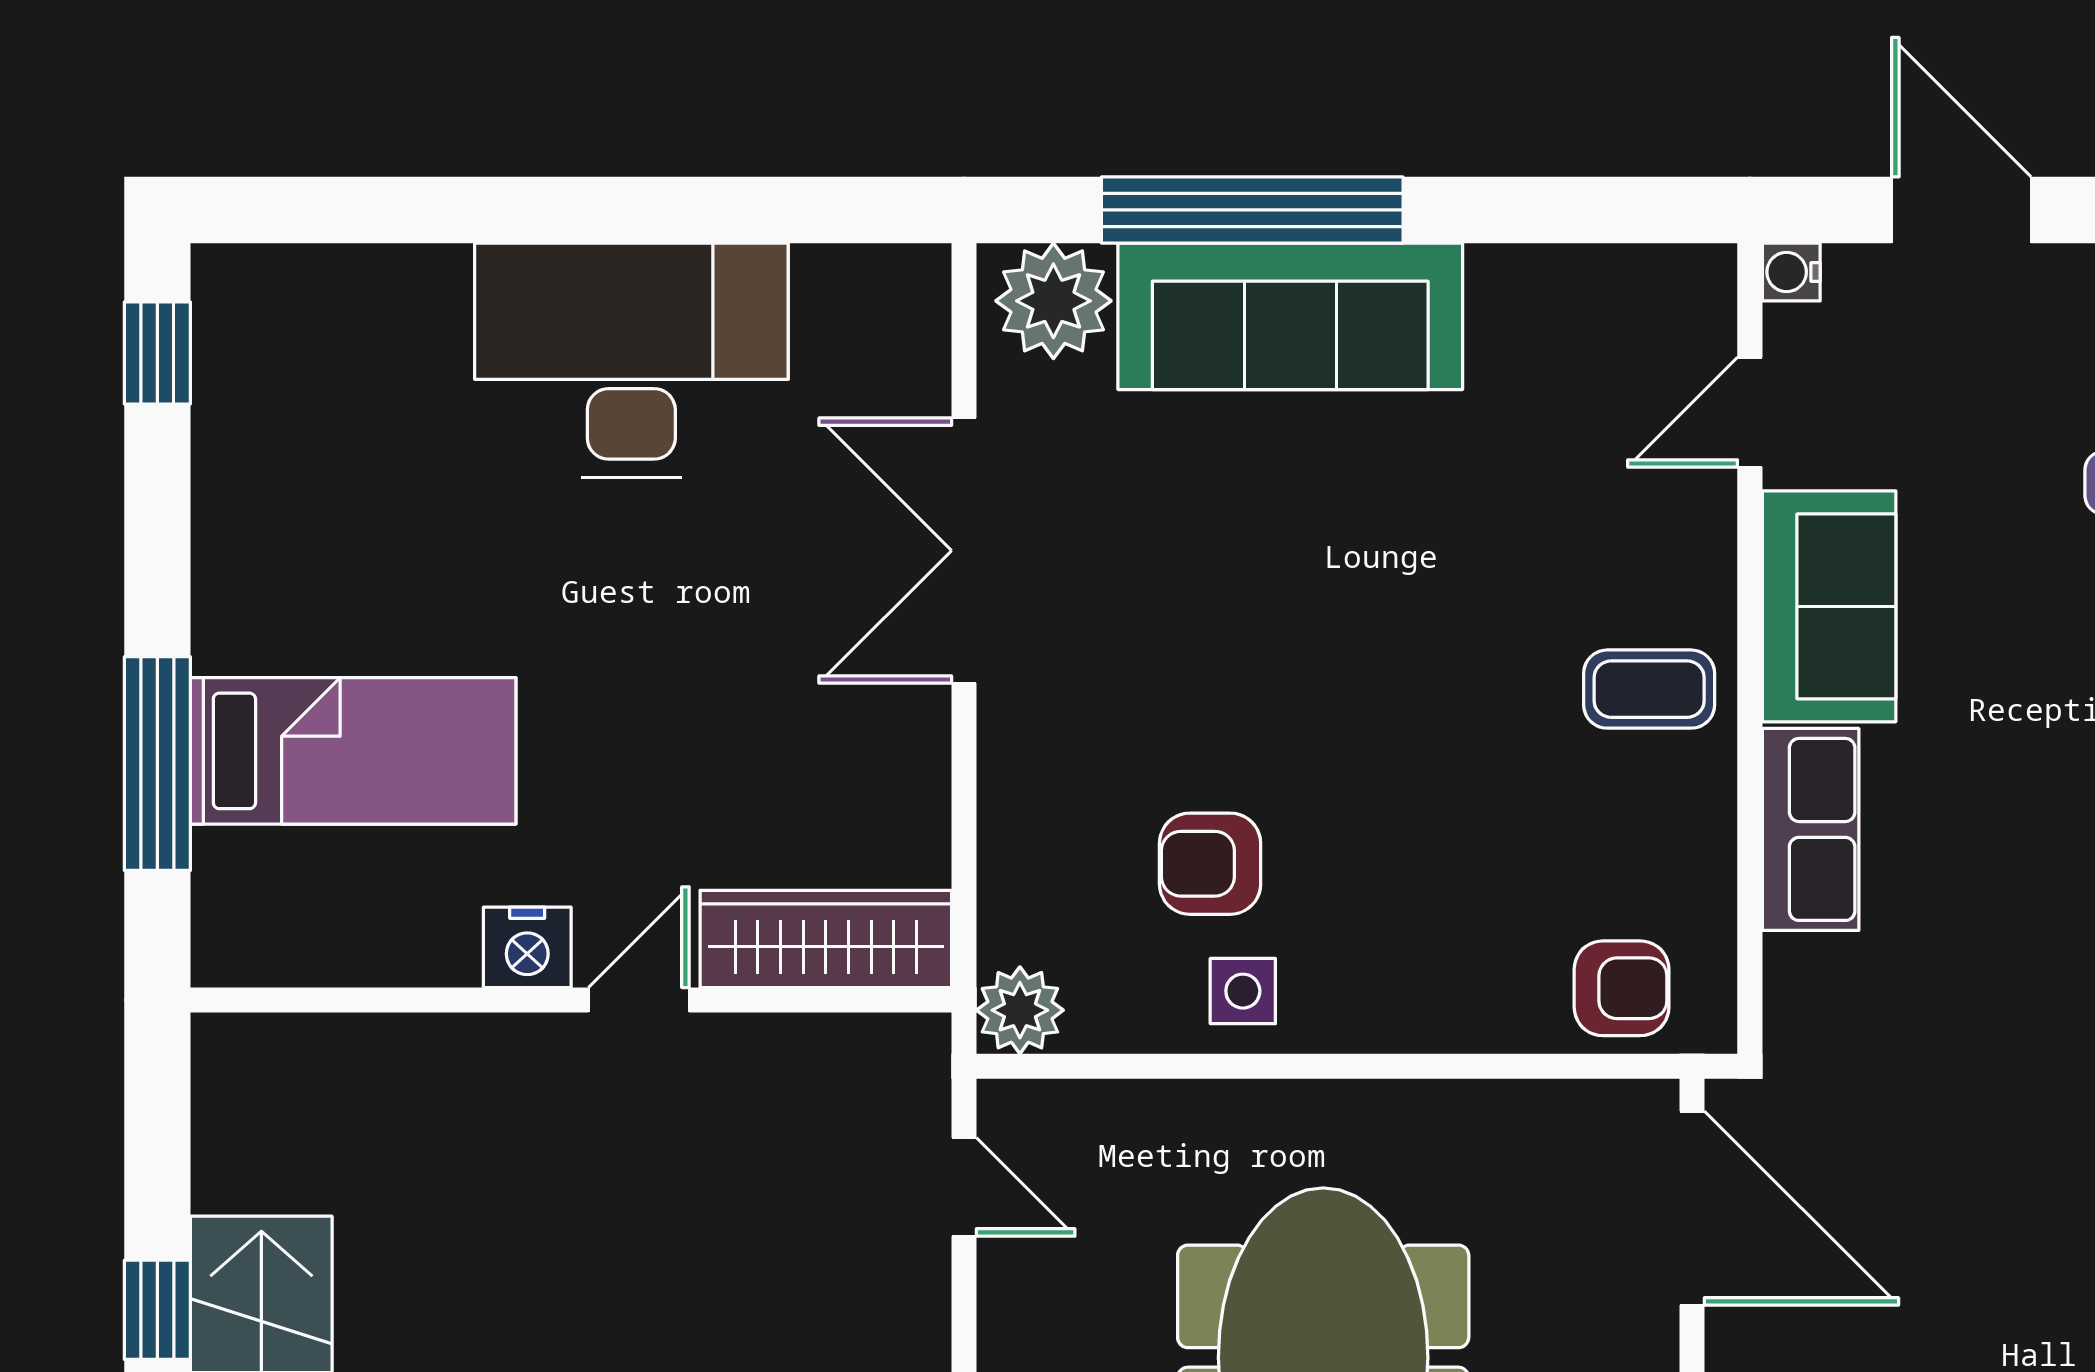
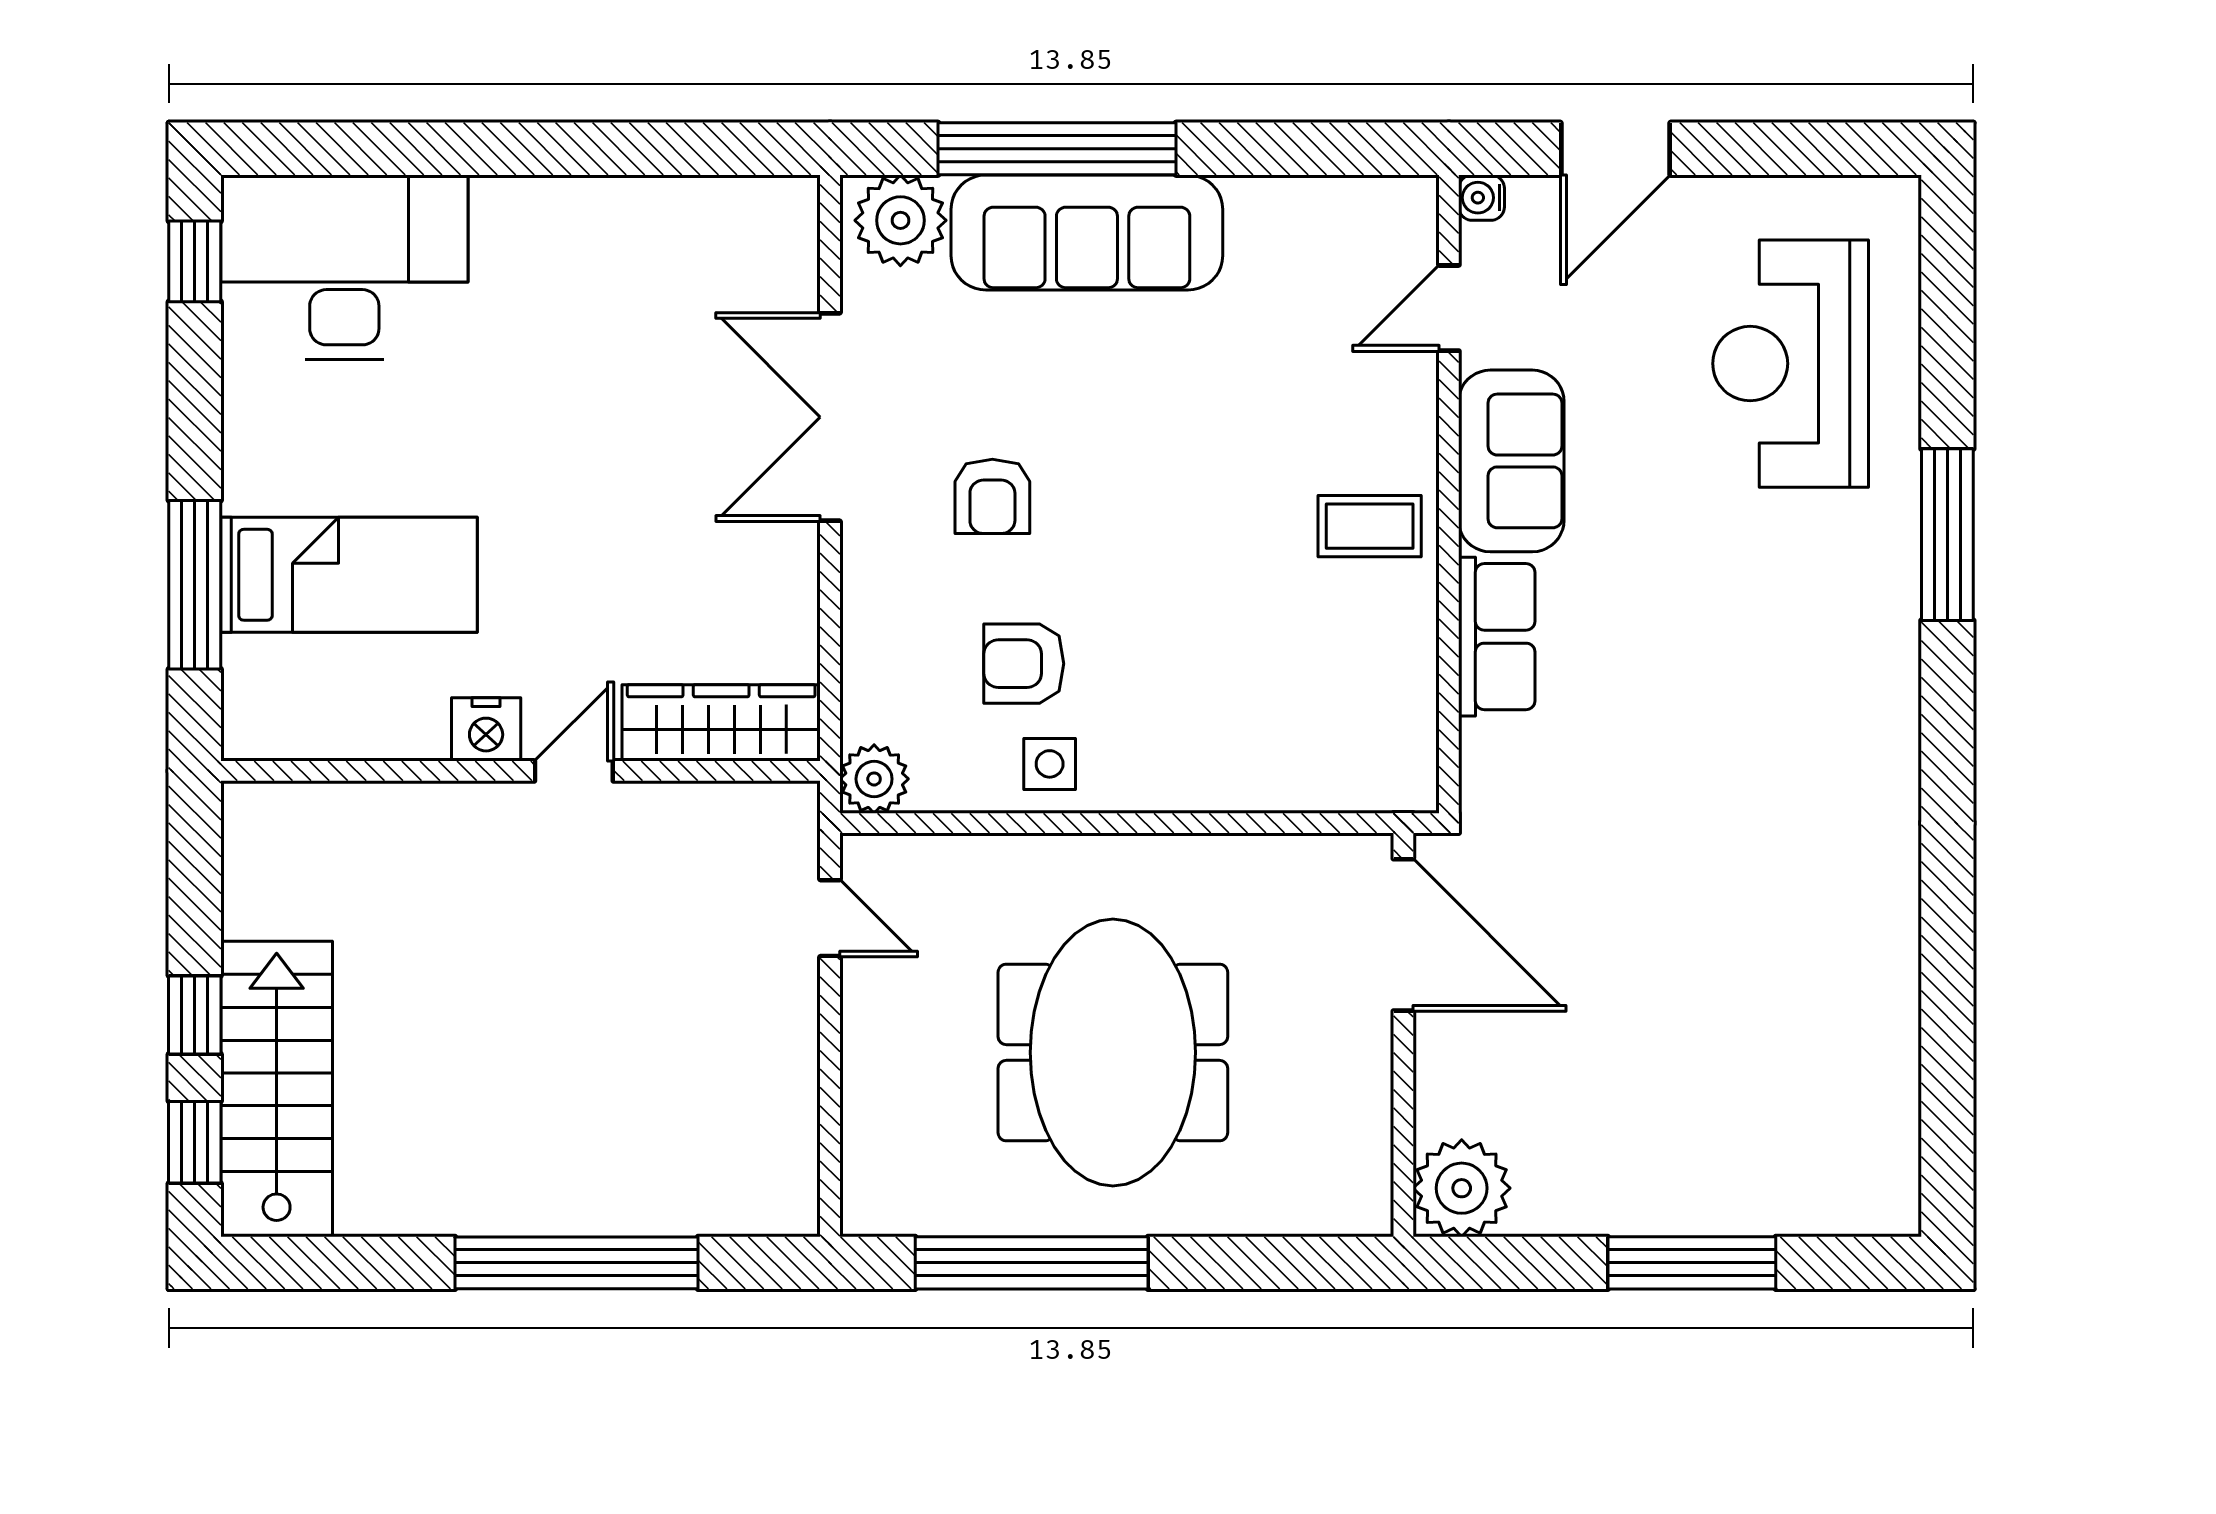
door: (1961, 210) -> (1615, 149), swing flipped
desk: (631, 360) -> (344, 267), moved
armchair: (1622, 988) -> (992, 496), moved, turned 90

